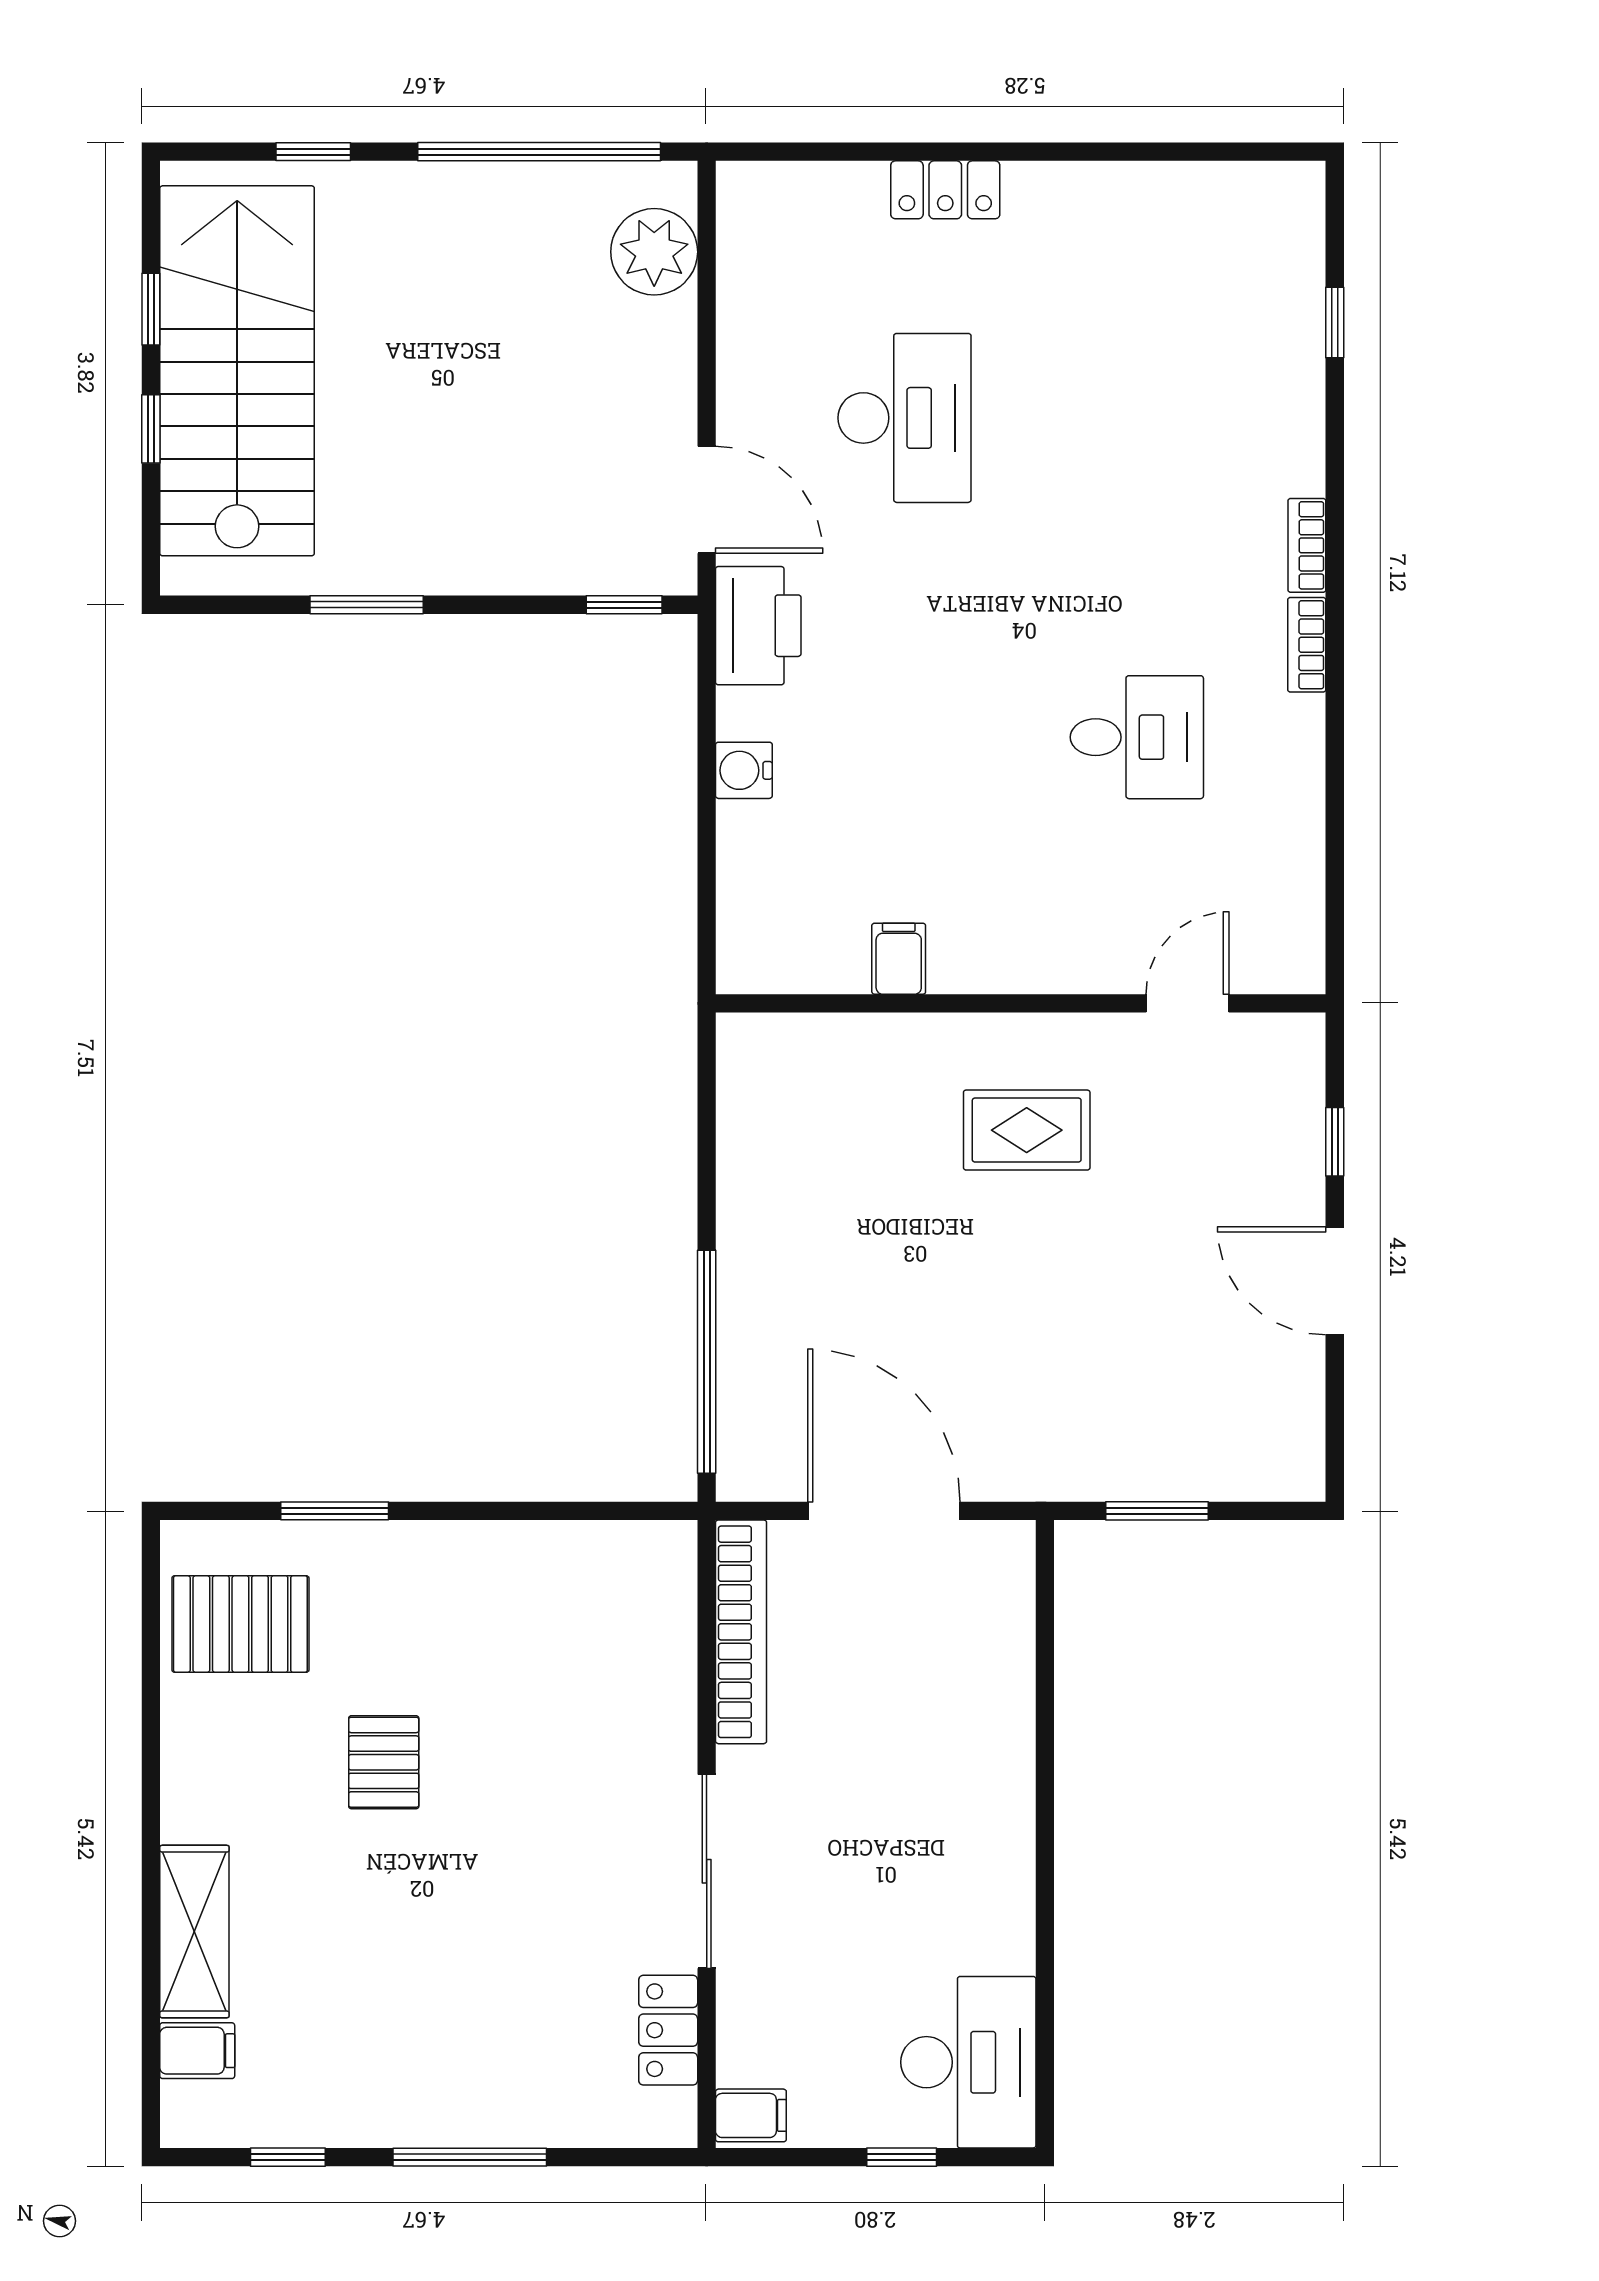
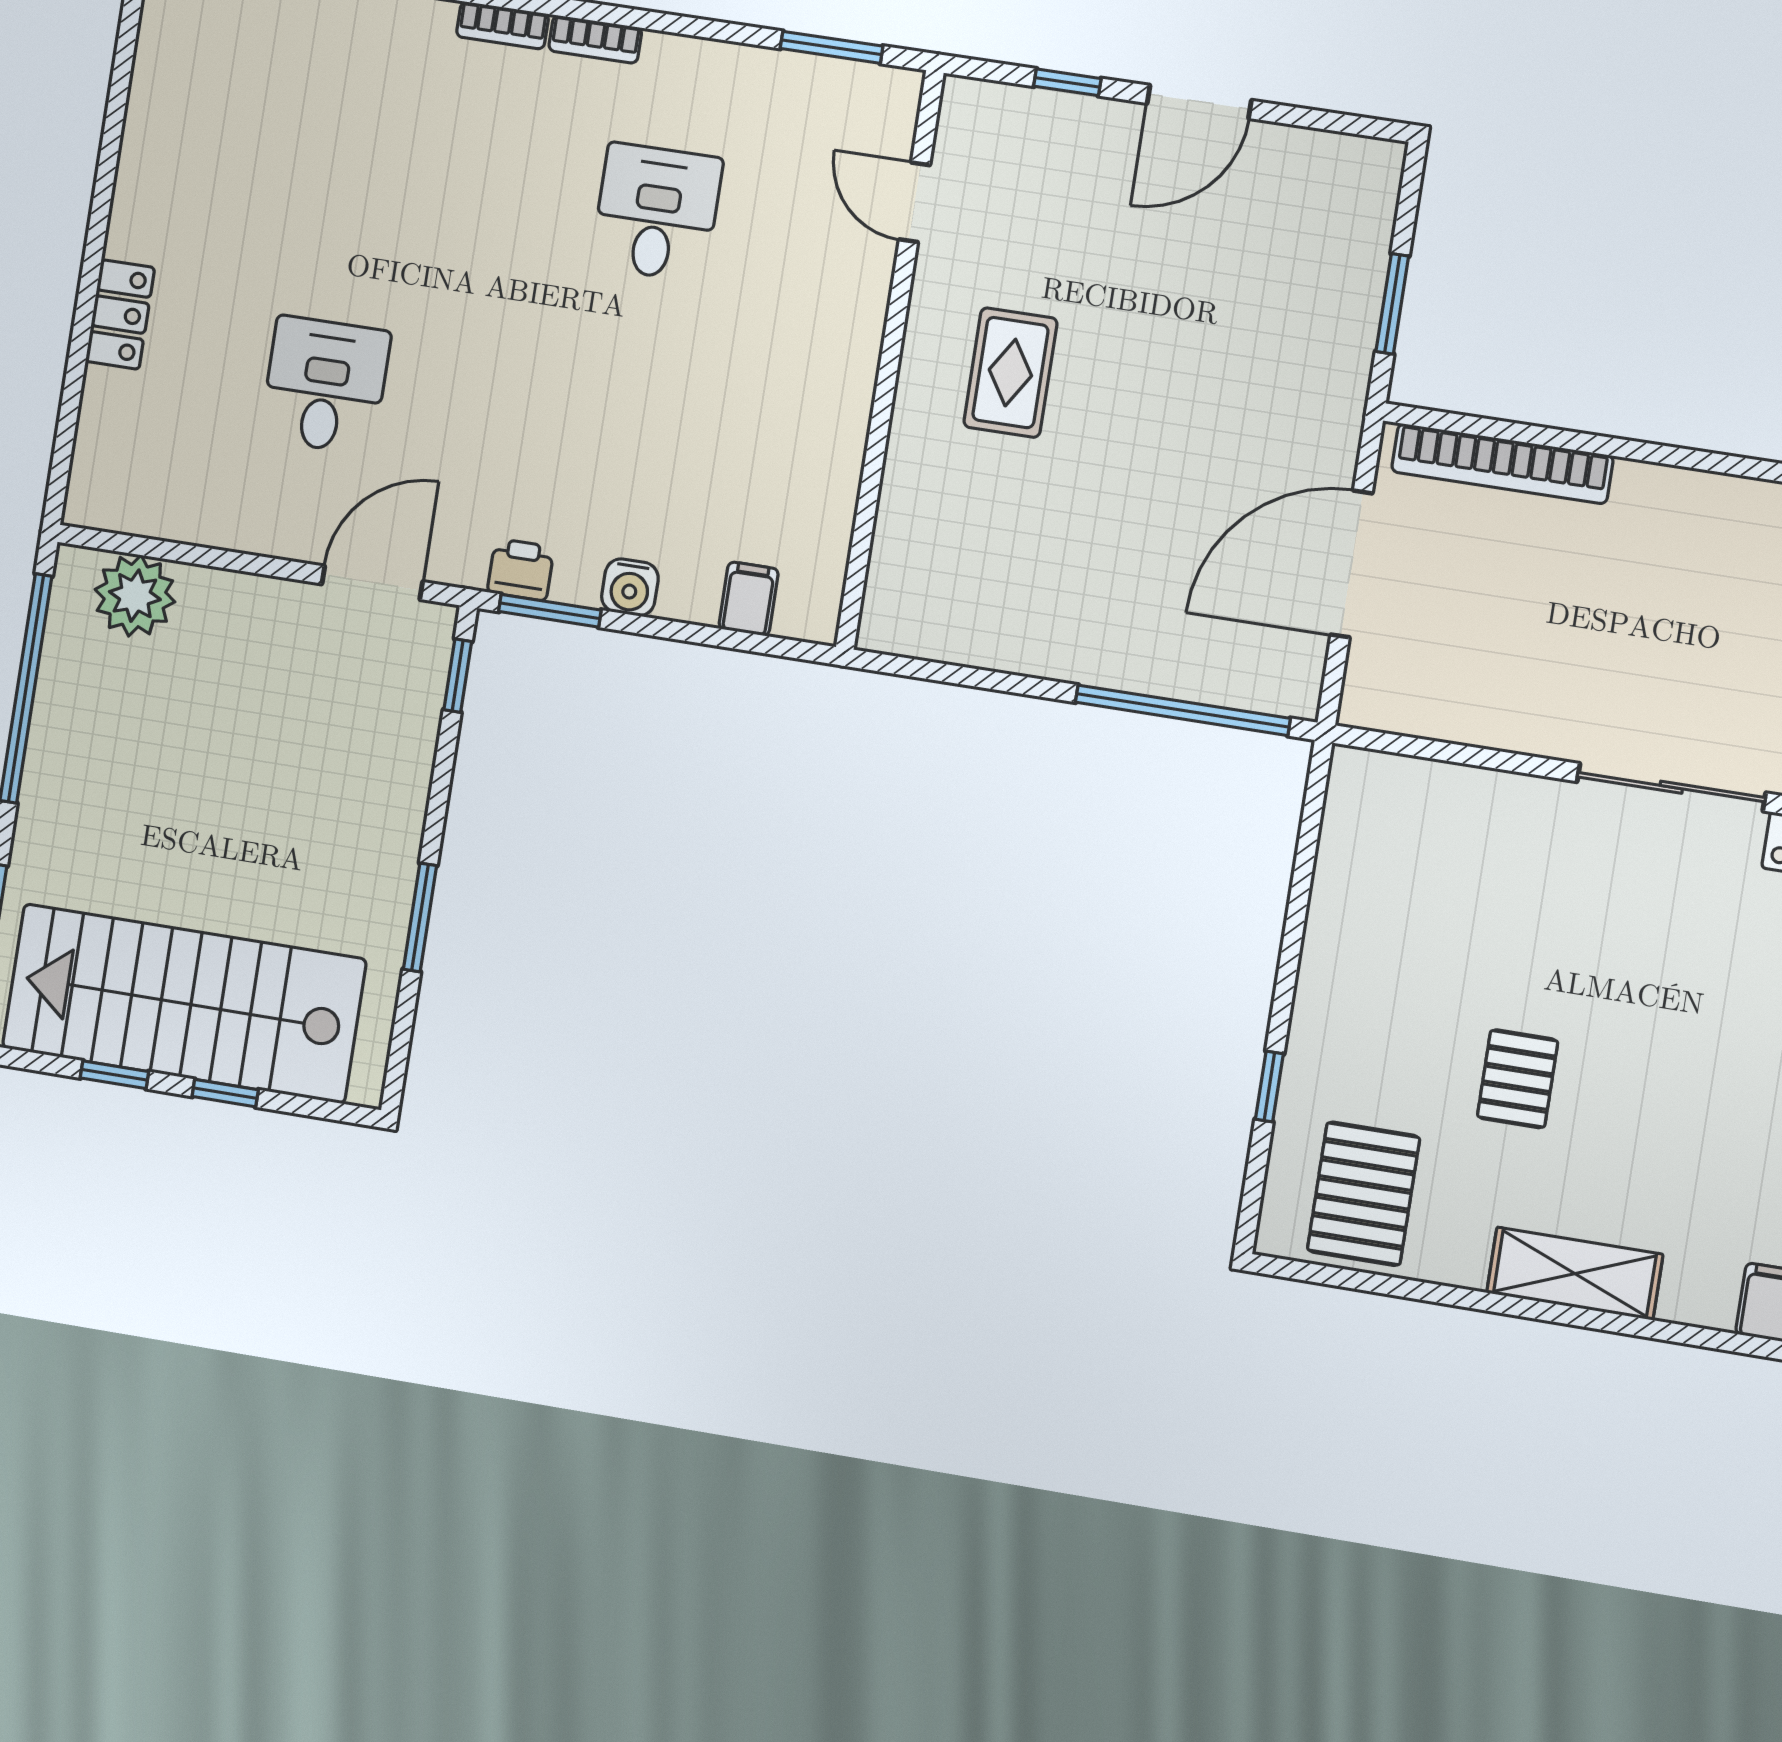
desk: (905, 418) -> (325, 385), width x0.73
printer: (758, 626) -> (521, 570), width x0.53, depth x0.68
window: (707, 691) -> (550, 611), added
window: (1335, 892) -> (832, 47), added
filing cabinet: (899, 959) -> (749, 599), moved, turned 90
window: (335, 1511) -> (1269, 1087), width x0.67
bookcase: (741, 1632) -> (1502, 464), moved, turned 180
pallet: (384, 1762) -> (1518, 1079), turned 90
shelving: (194, 1932) -> (1575, 1274), moved

